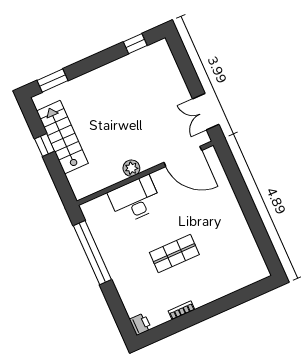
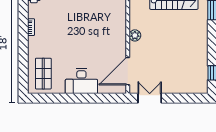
desk: (135, 200) -> (81, 81), moved, turned 90
shop shelf: (174, 254) -> (43, 74), moved

